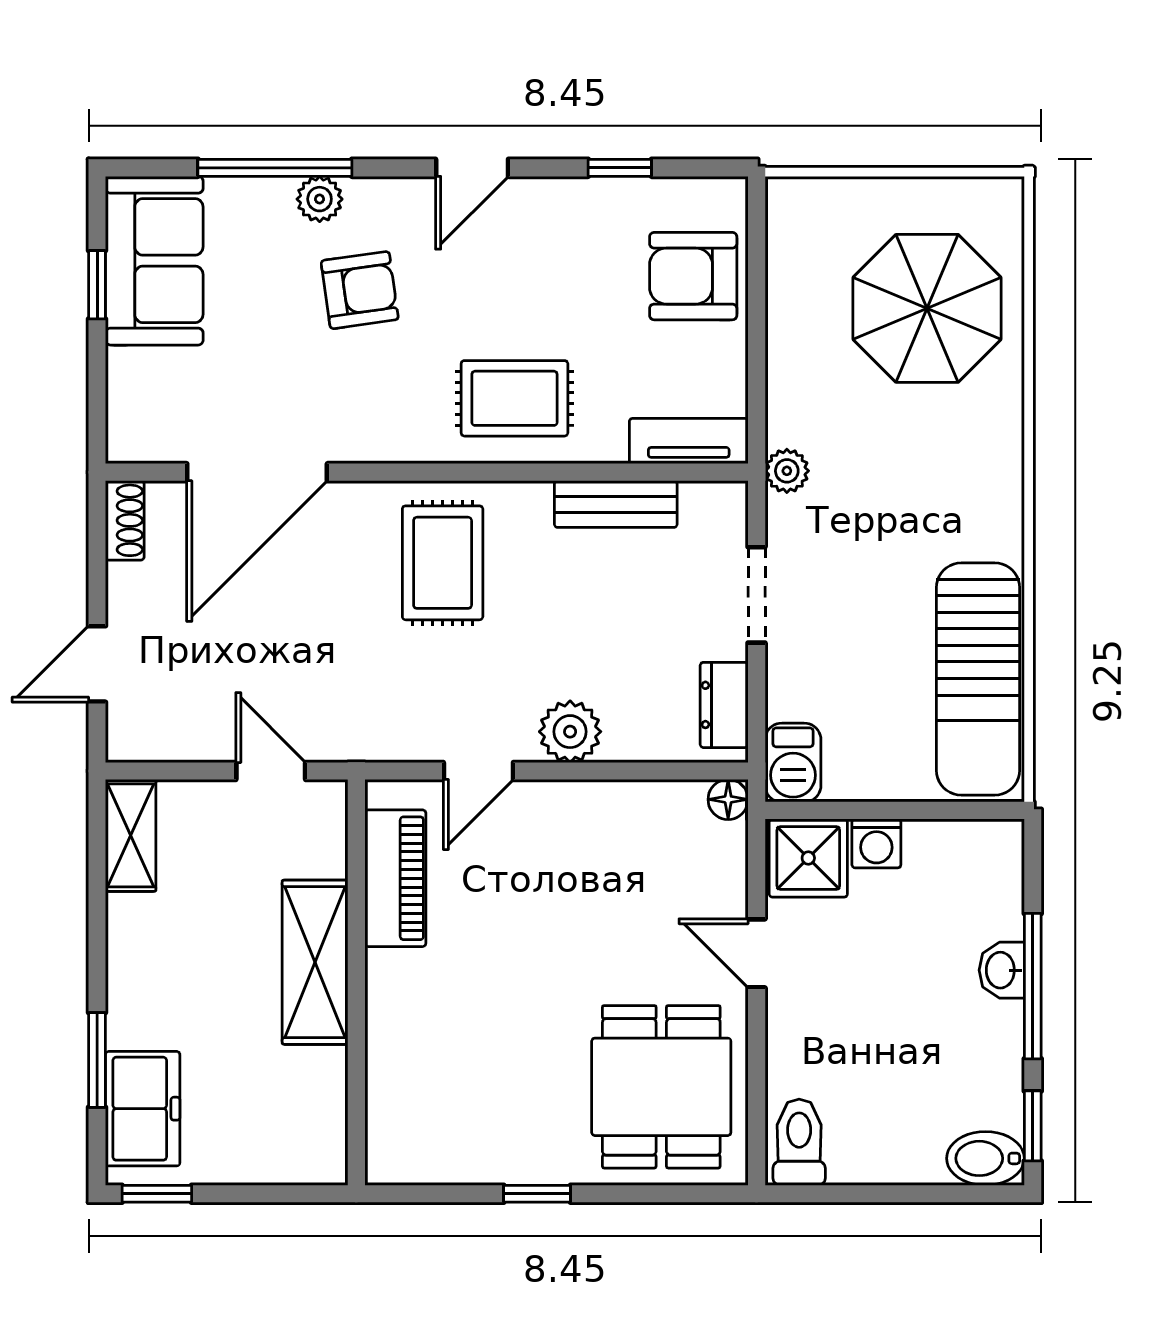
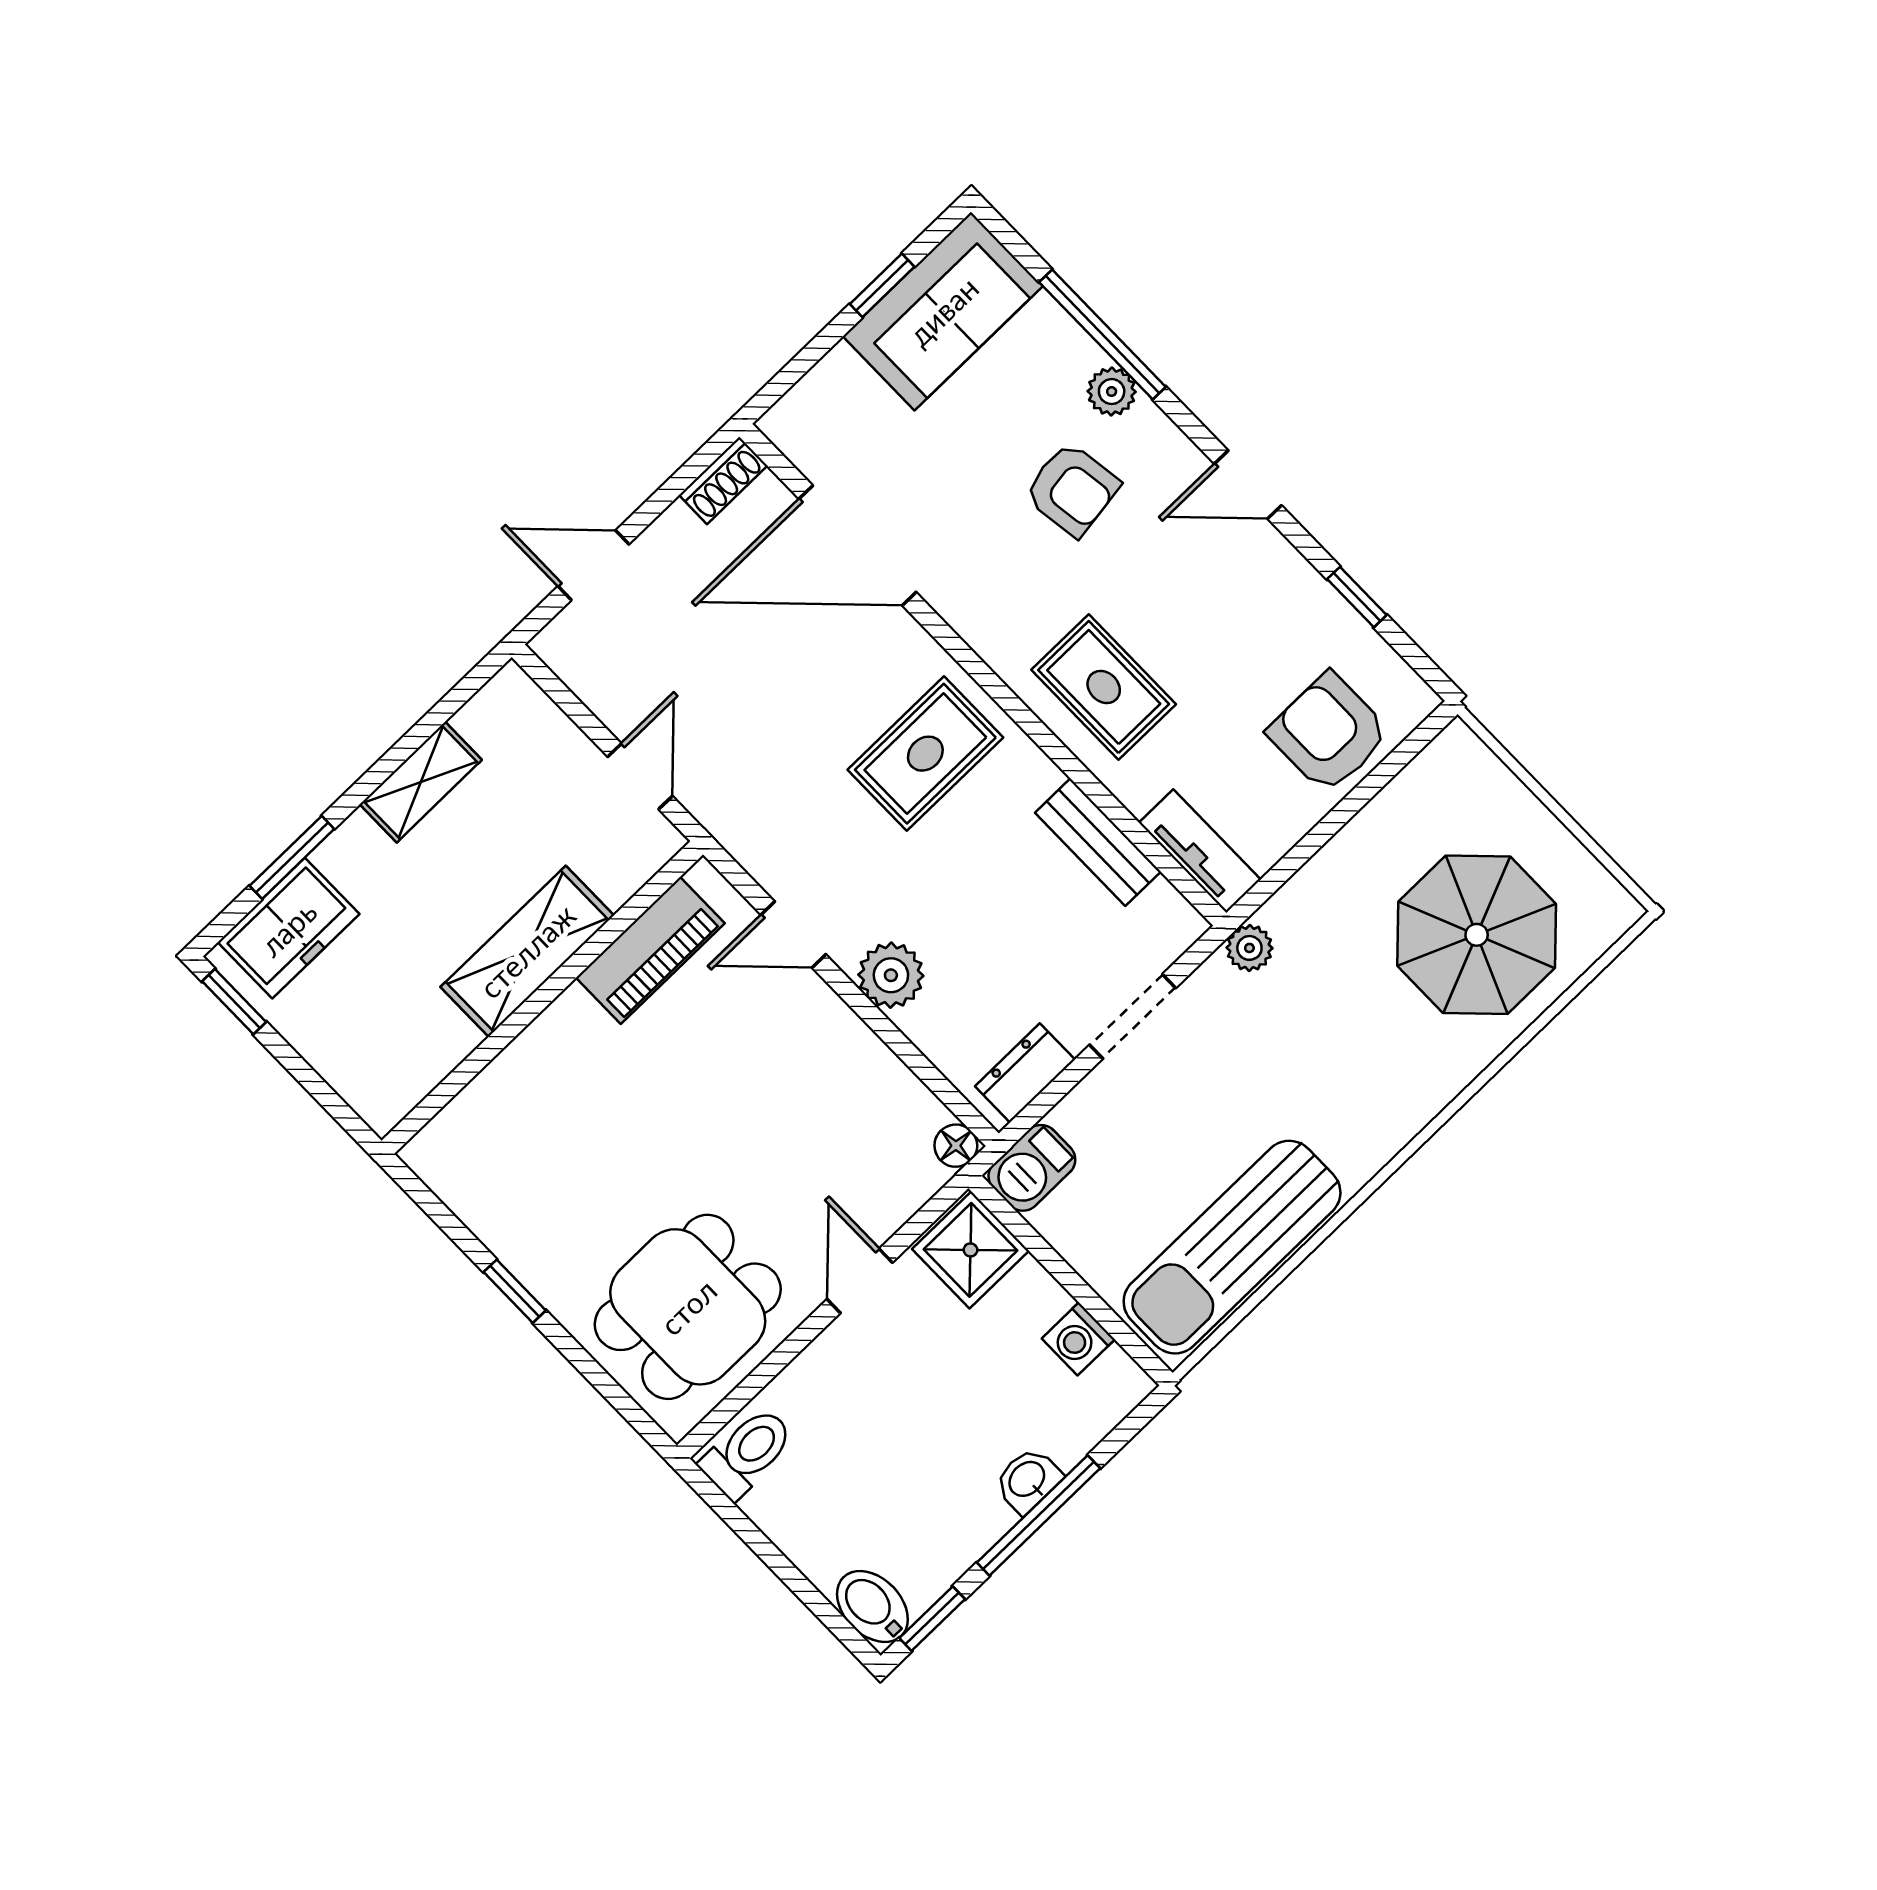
shelving: (131, 835) -> (421, 782), moved
washing machine: (876, 843) -> (1078, 1339), moved

